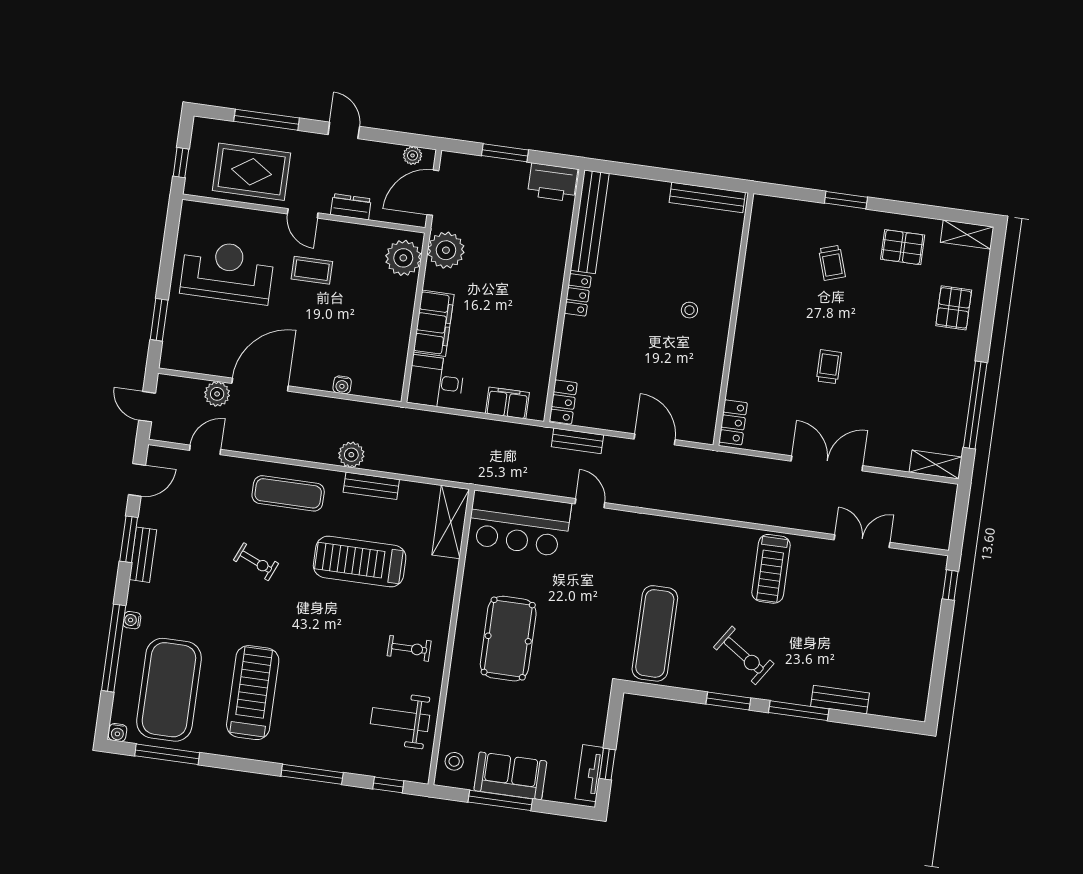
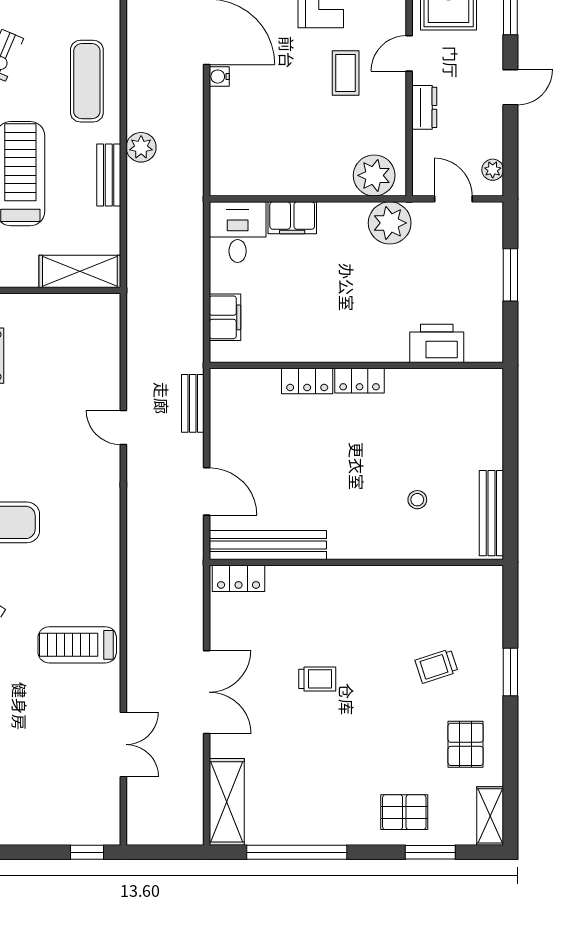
printer: (553, 182) -> (437, 343), moved, turned 90
door: (433, 193) -> (453, 199), width x0.73
bench: (590, 222) -> (268, 545), moved
window: (991, 290) -> (430, 852), added
stool: (689, 310) -> (417, 500), moved
filing cabinet: (434, 323) -> (292, 218), width x0.67, depth x0.86
water cooler: (342, 385) -> (219, 77), moved
locker: (563, 402) -> (307, 381), moved
door: (655, 439) -> (207, 491), hinge flipped
shelving: (936, 465) -> (227, 802), width x1.50, depth x1.33
door: (590, 503) -> (123, 428), swing flipped
bar counter: (519, 524) -> (89, 350), removed

